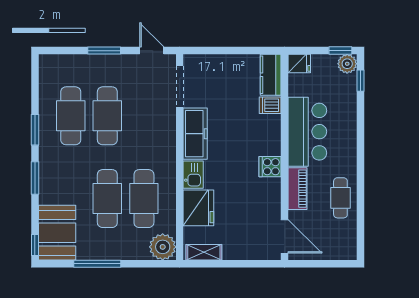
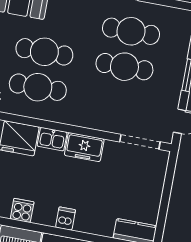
dishwasher: (270, 105) -> (66, 219), moved
freezer: (195, 134) -> (84, 147), width x0.71
cooker: (270, 167) -> (22, 210), moved

